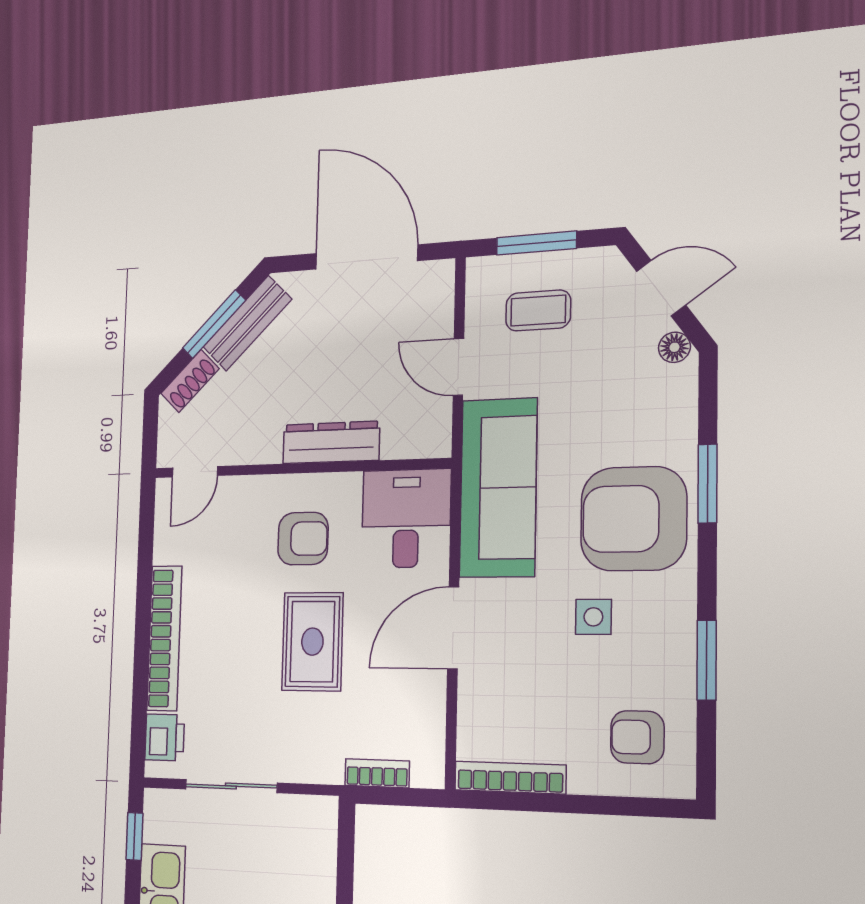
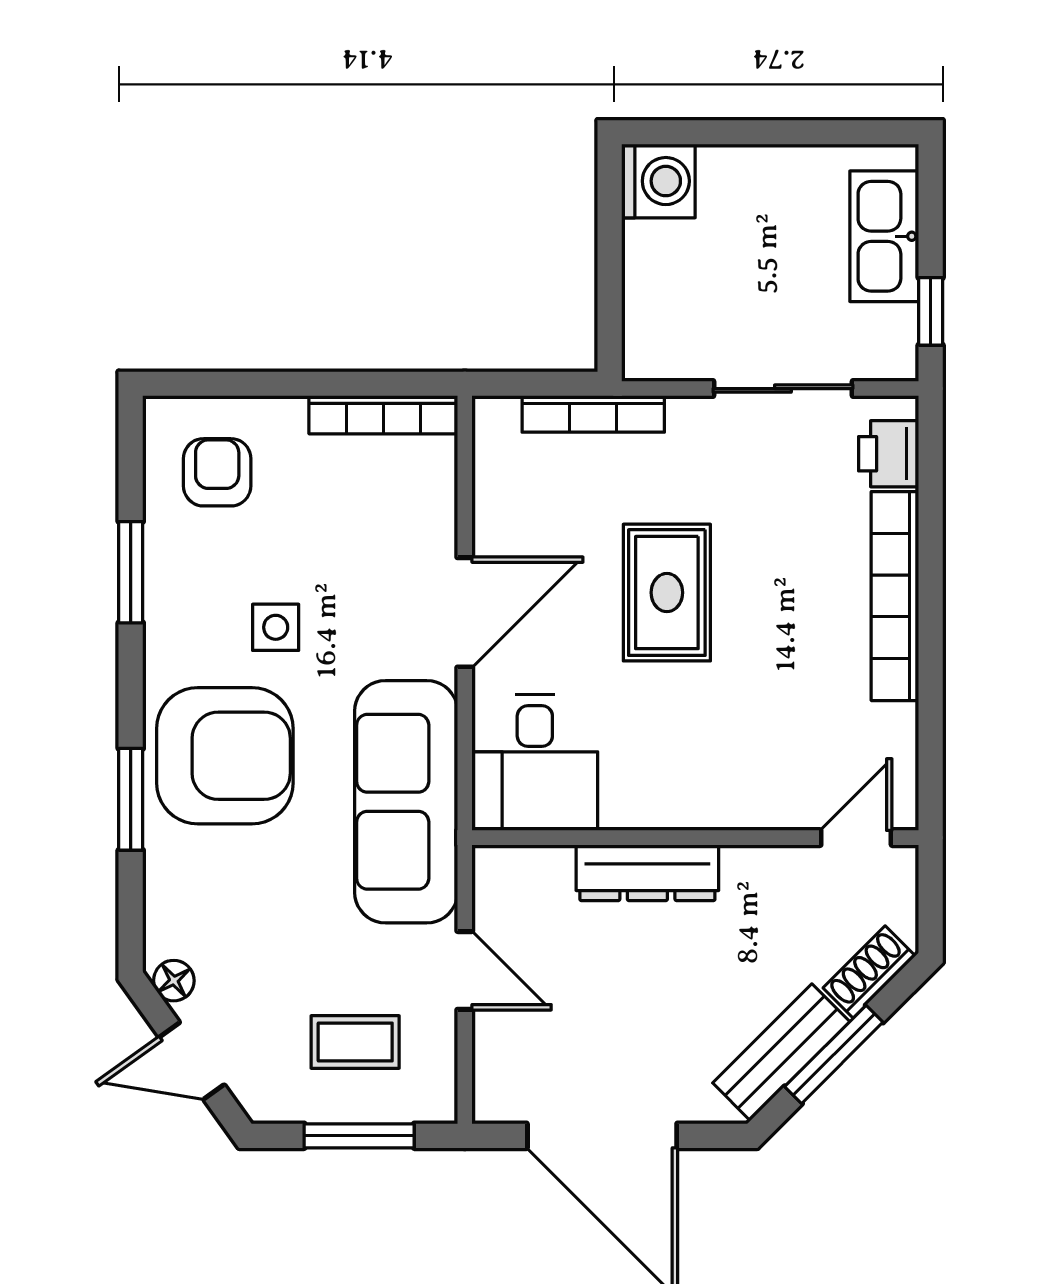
armchair: (303, 539) -> (685, 737), removed
armchair: (637, 737) -> (217, 472), turned -90
bookcase: (377, 773) -> (593, 414), width x1.56

